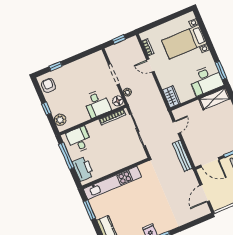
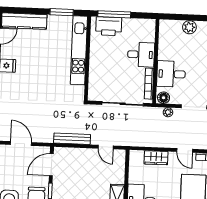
door: (150, 66) -> (185, 150), swing flipped
wardrobe: (172, 97) -> (156, 158), moved
window: (46, 108) -> (192, 18), removed
plant: (60, 120) -> (189, 27), moved
desk: (79, 140) -> (141, 55), moved
window: (67, 156) -> (114, 14), moved

